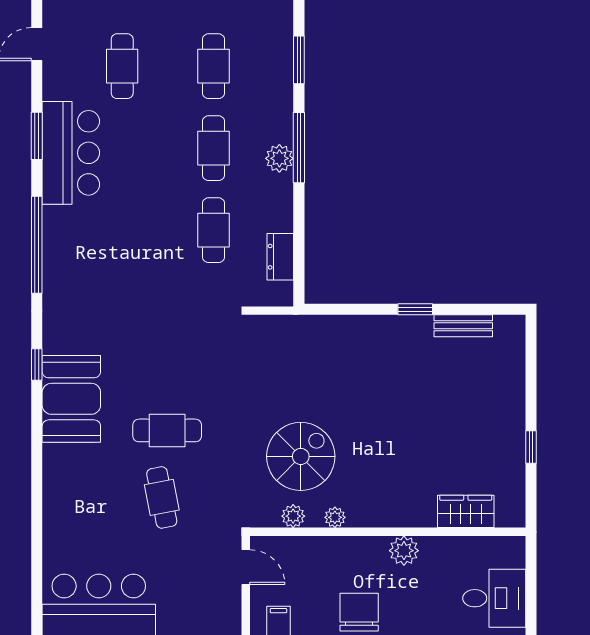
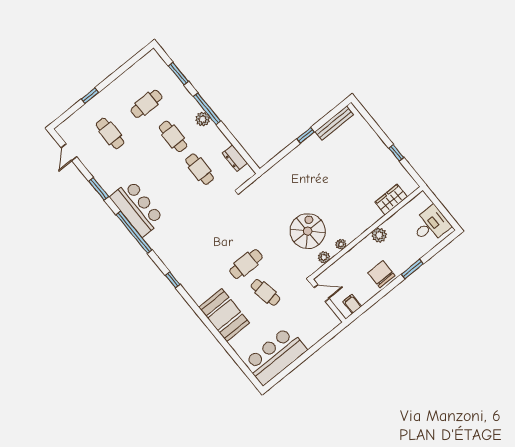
cafe table: (214, 66) -> (146, 104), turned 90
bar counter: (71, 153) -> (137, 208), moved
bench: (463, 326) -> (334, 123), width x1.36
booth: (71, 399) -> (224, 315), moved

